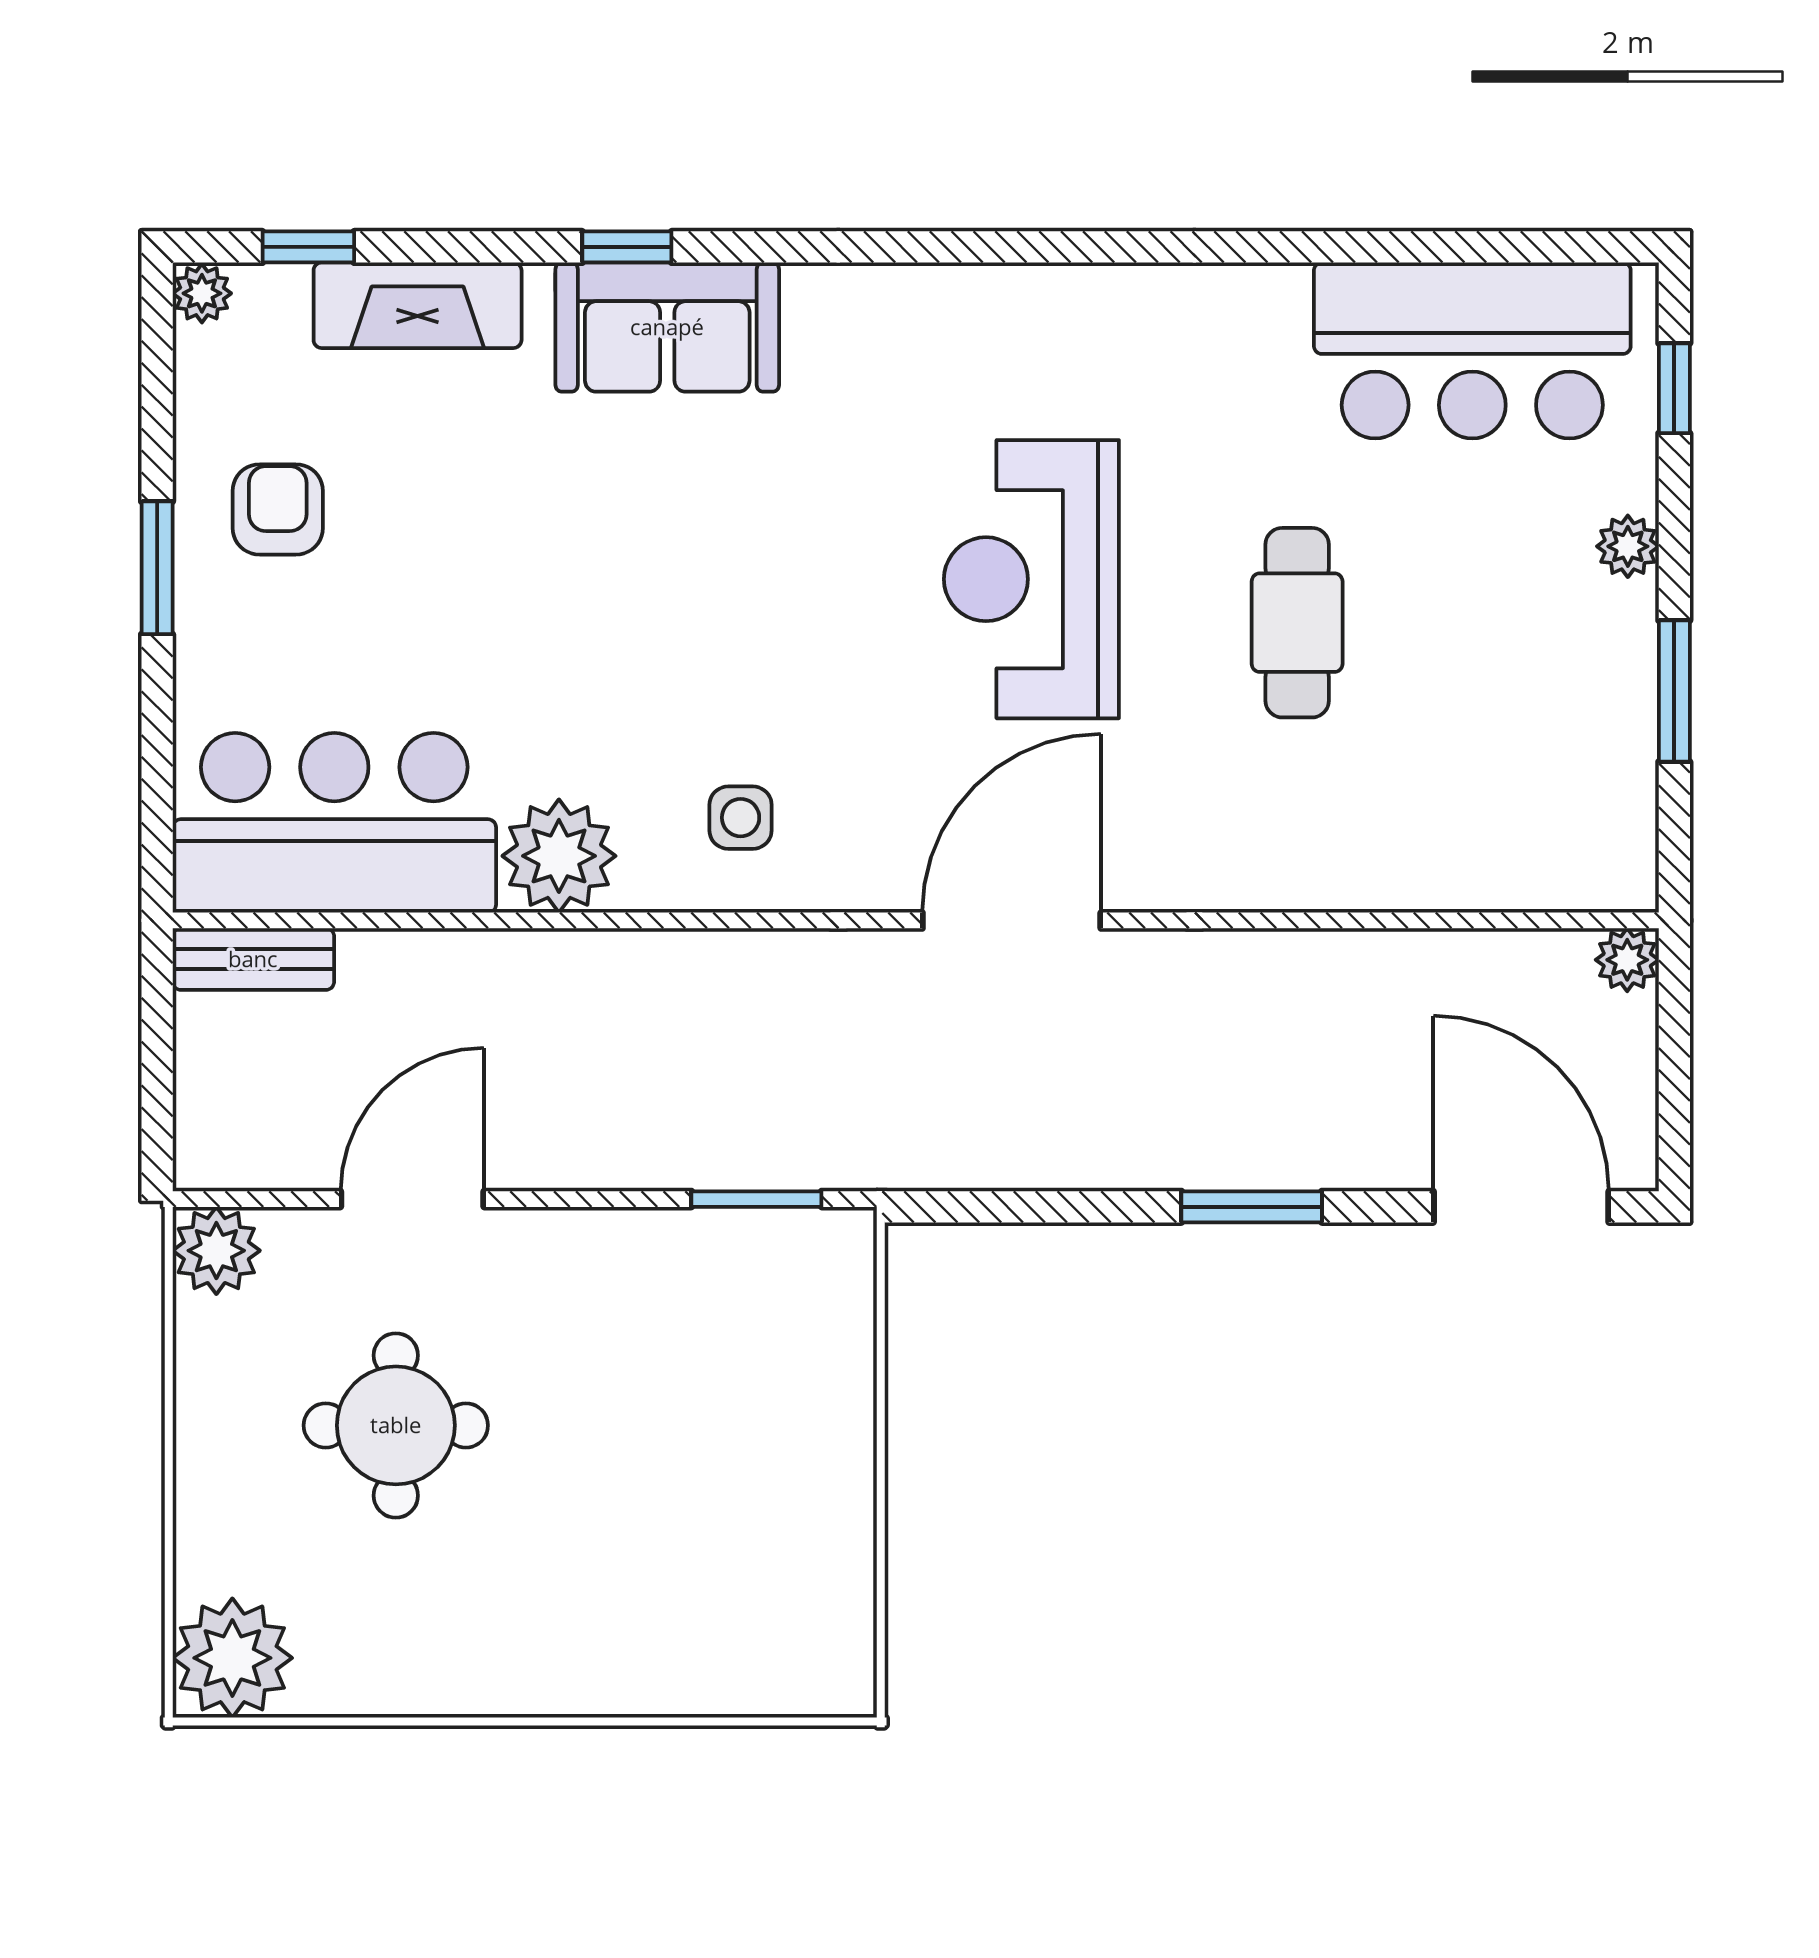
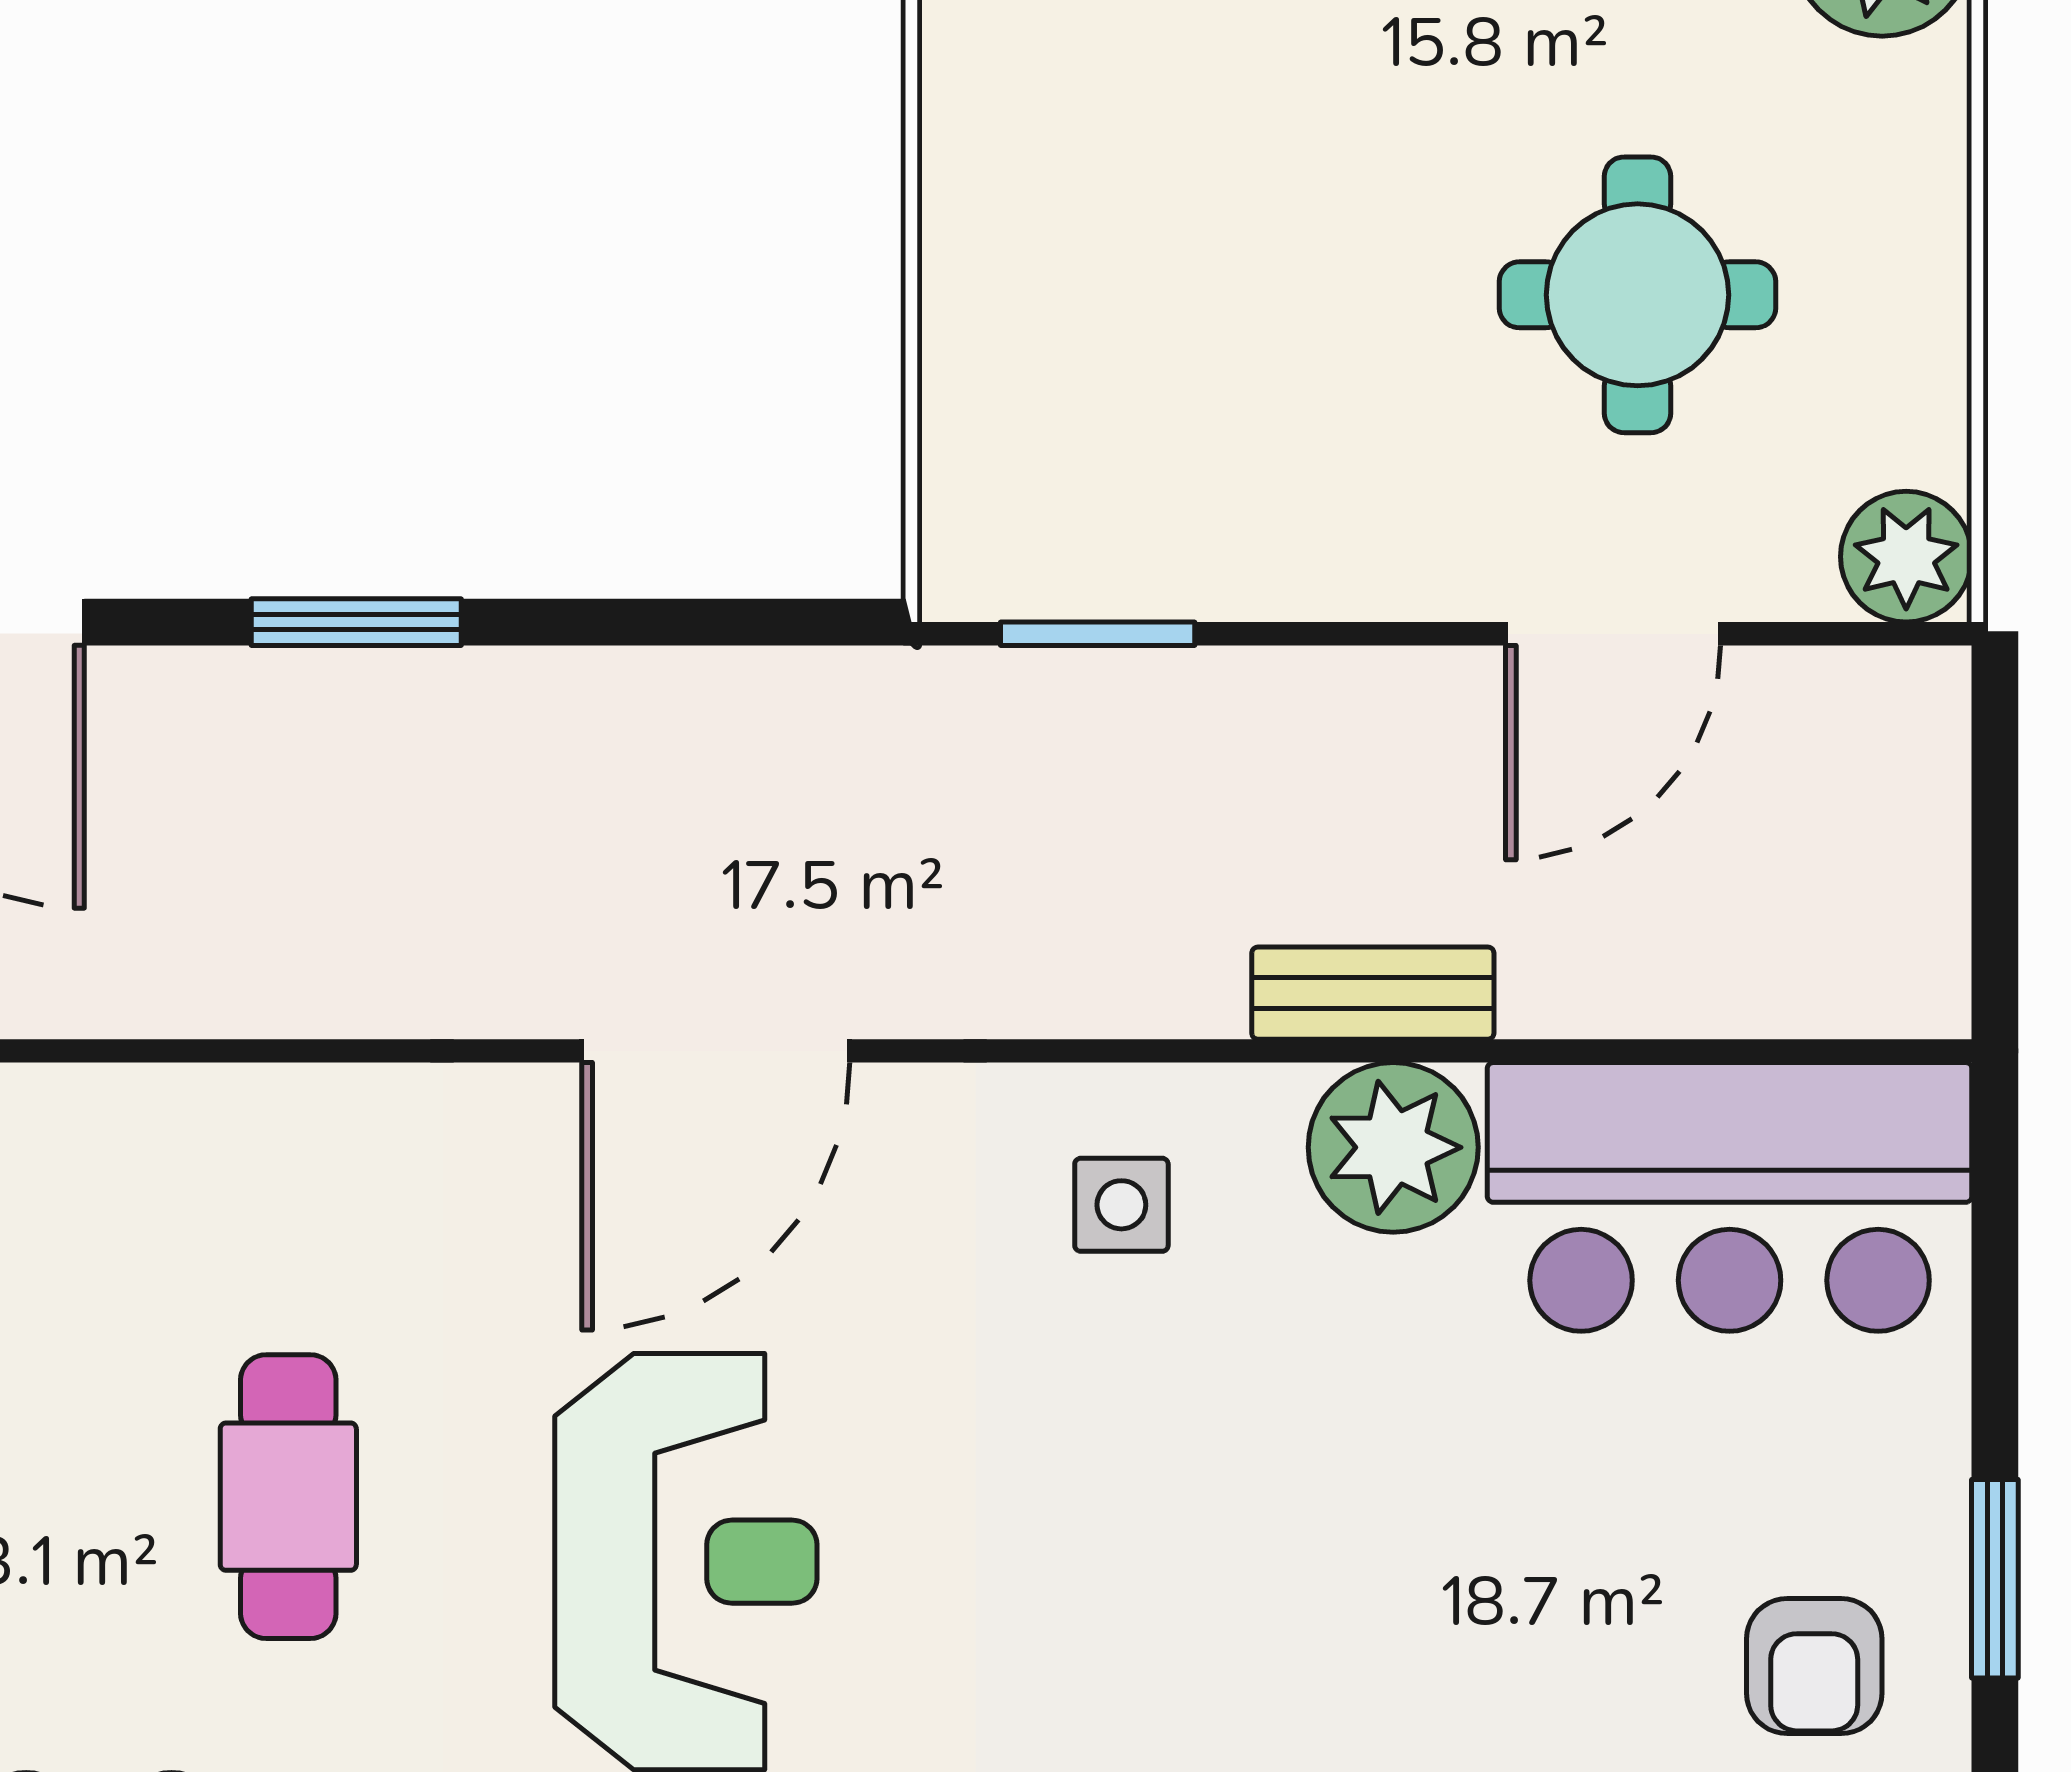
bench: (253, 959) -> (1373, 993), moved

